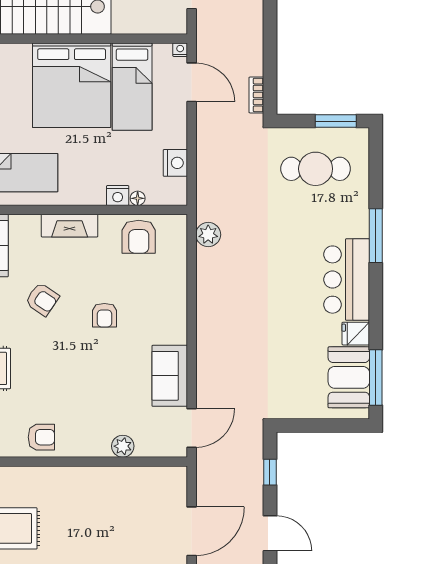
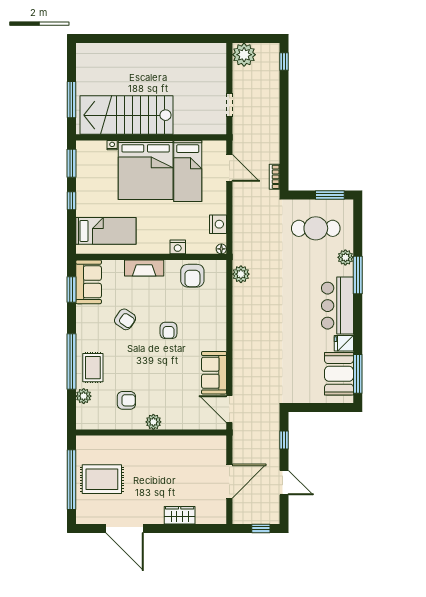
nightstand: (180, 50) -> (112, 145), moved
floor lamp: (138, 198) -> (221, 249), moved
plant: (358, 211) -> (345, 257), added
door: (192, 428) -> (229, 409), swing flipped
armchair: (41, 437) -> (126, 400), moved
plant: (123, 446) -> (153, 422), moved

